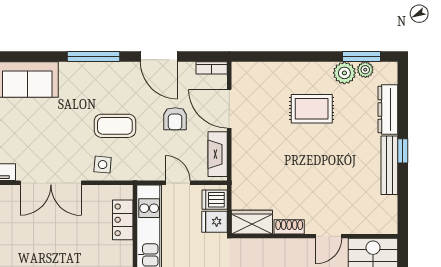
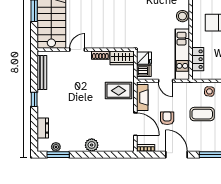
plant: (344, 73) -> (92, 145), moved
rug: (312, 109) -> (119, 91), moved
dresser: (388, 109) -> (43, 128), width x0.70
bench: (389, 165) -> (42, 72), moved

